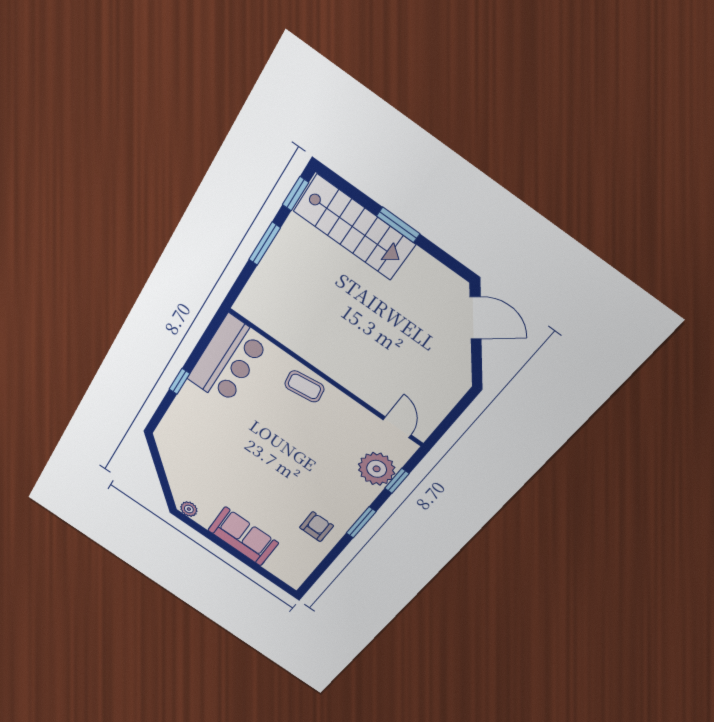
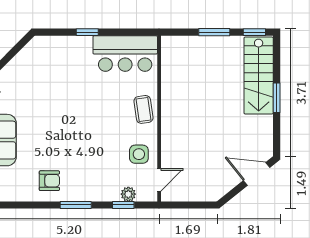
door: (476, 318) -> (257, 174), swing flipped
side table: (352, 427) -> (139, 154), added
plant: (377, 469) -> (128, 194), width x0.53, depth x0.53

